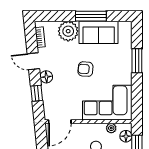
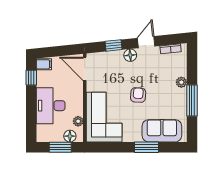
plant: (68, 31) -> (181, 82), width x0.53, depth x0.53
sofa: (99, 32) -> (162, 131), moved, turned 90

